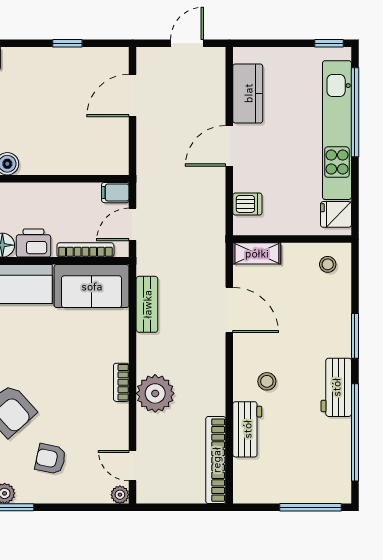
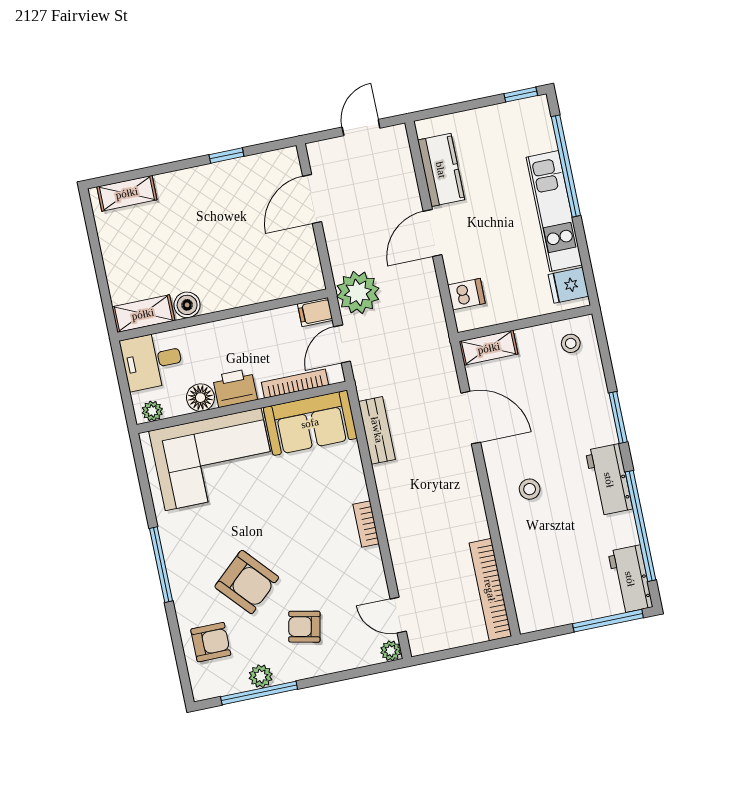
kitchen unit: (337, 130) -> (554, 211), width x0.73
plant: (155, 393) -> (358, 293), moved
workbench: (247, 429) -> (630, 579), moved, turned 180

